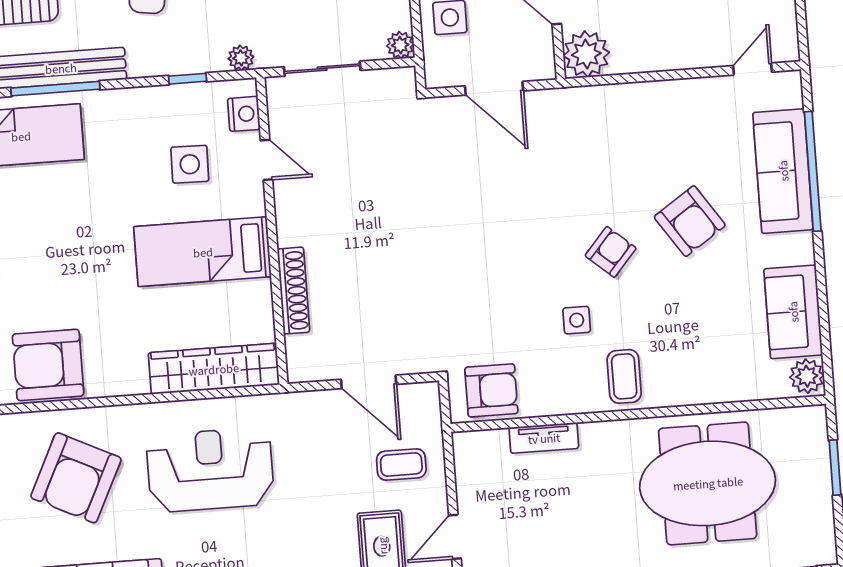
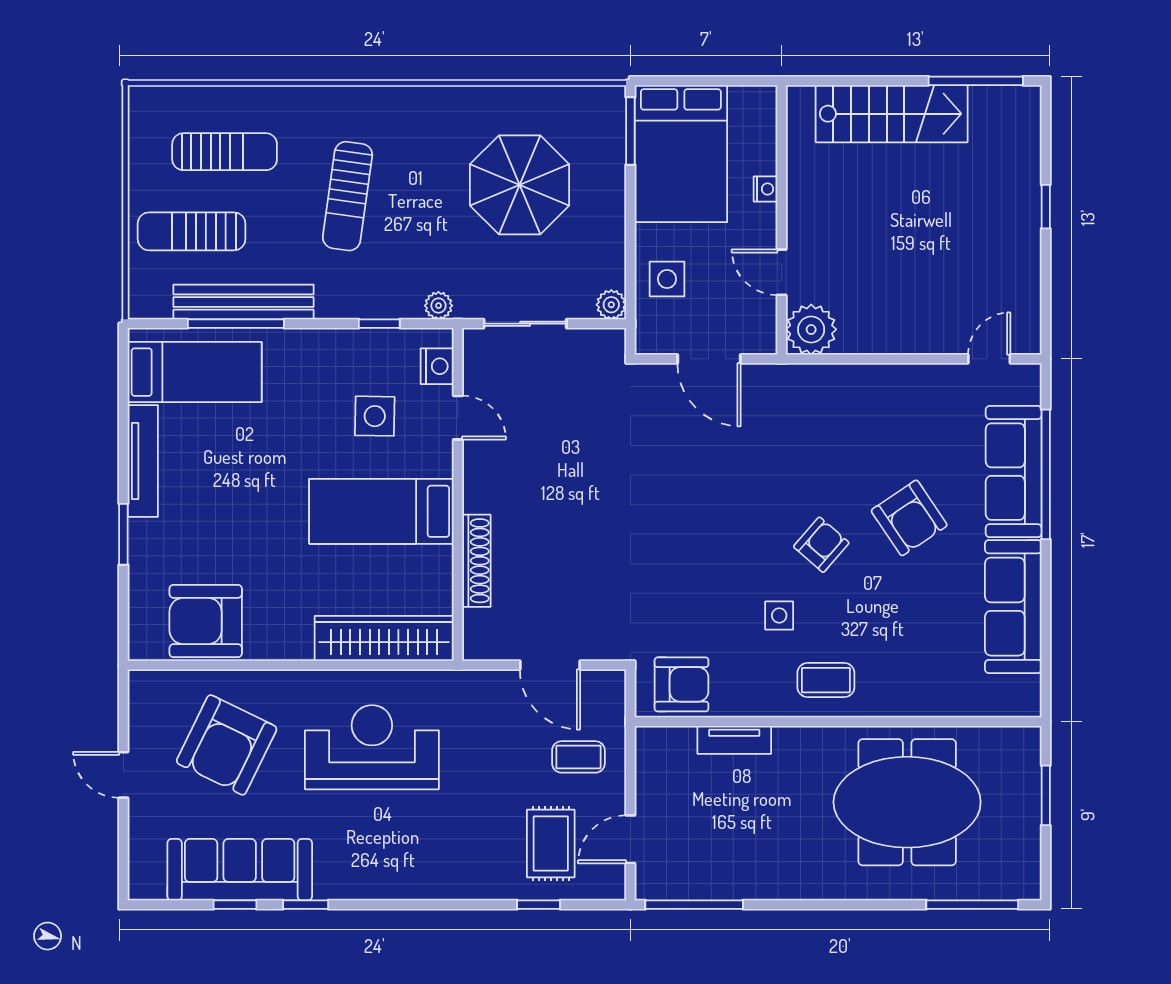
sofa: (793, 312) -> (1013, 607), width x1.36
coffee table: (624, 376) -> (826, 680), turned 90
plant: (807, 376) -> (1023, 695), removed

